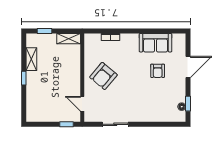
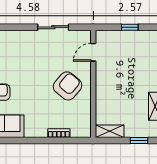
door: (82, 104) -> (93, 52), swing flipped
window: (67, 124) -> (130, 27), moved

